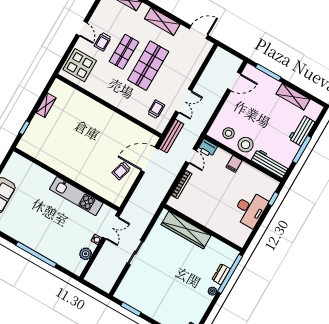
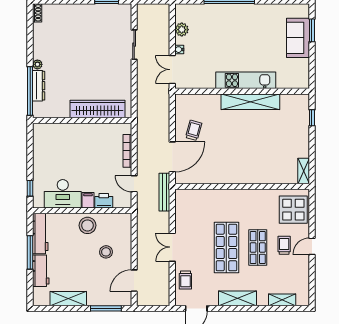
door: (82, 28) -> (312, 246), hinge flipped
double door: (184, 101) -> (172, 247), moved
shelving: (46, 105) -> (304, 171), moved
trolley: (156, 109) -> (185, 280), moved
stool: (228, 133) -> (106, 252), moved
printer: (207, 148) -> (104, 201), moved
workbench: (270, 164) -> (40, 234), moved, turned -90
shelving: (65, 167) -> (250, 102), added
kitchen unit: (76, 196) -> (246, 80), moved
desk: (250, 209) -> (63, 194), moved, turned -90
sliding door: (135, 252) -> (134, 45), moved
dresser: (221, 274) -> (39, 86), width x1.44

